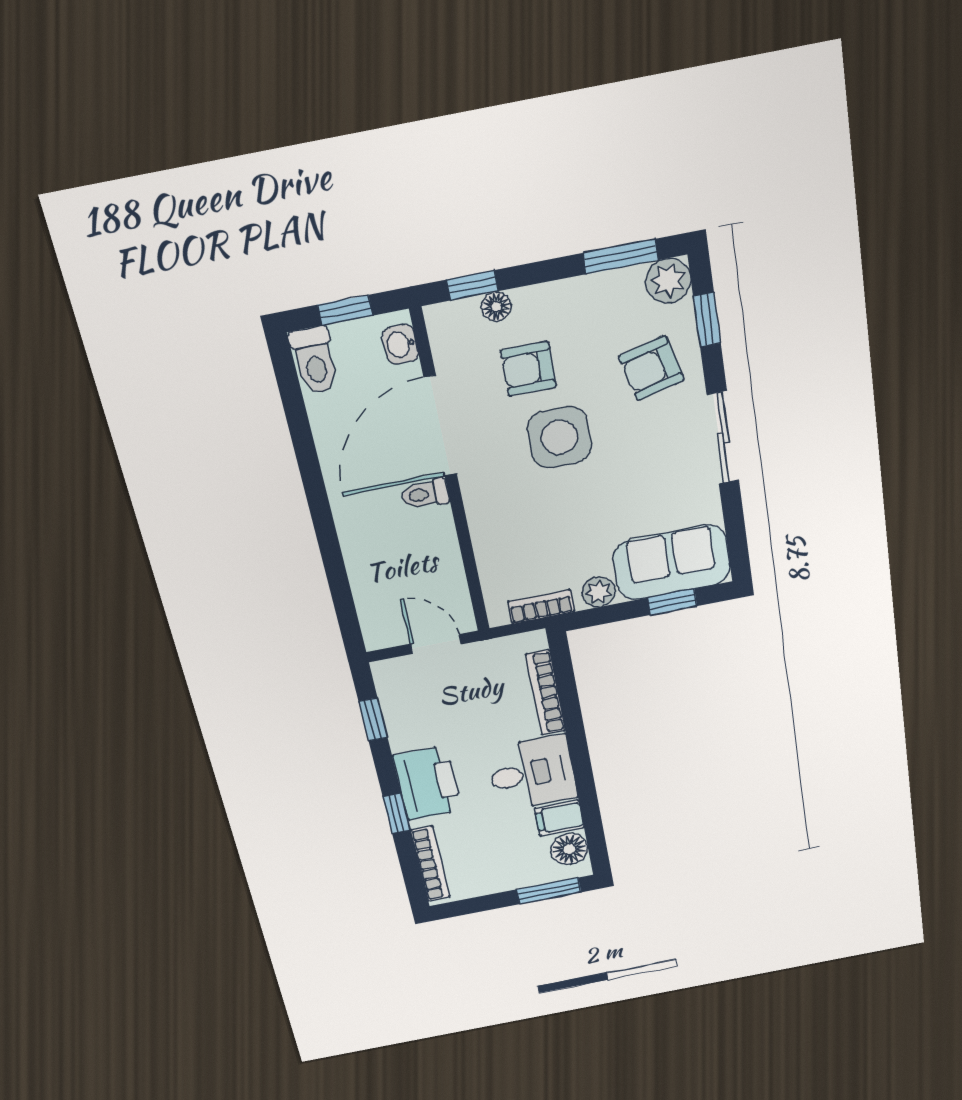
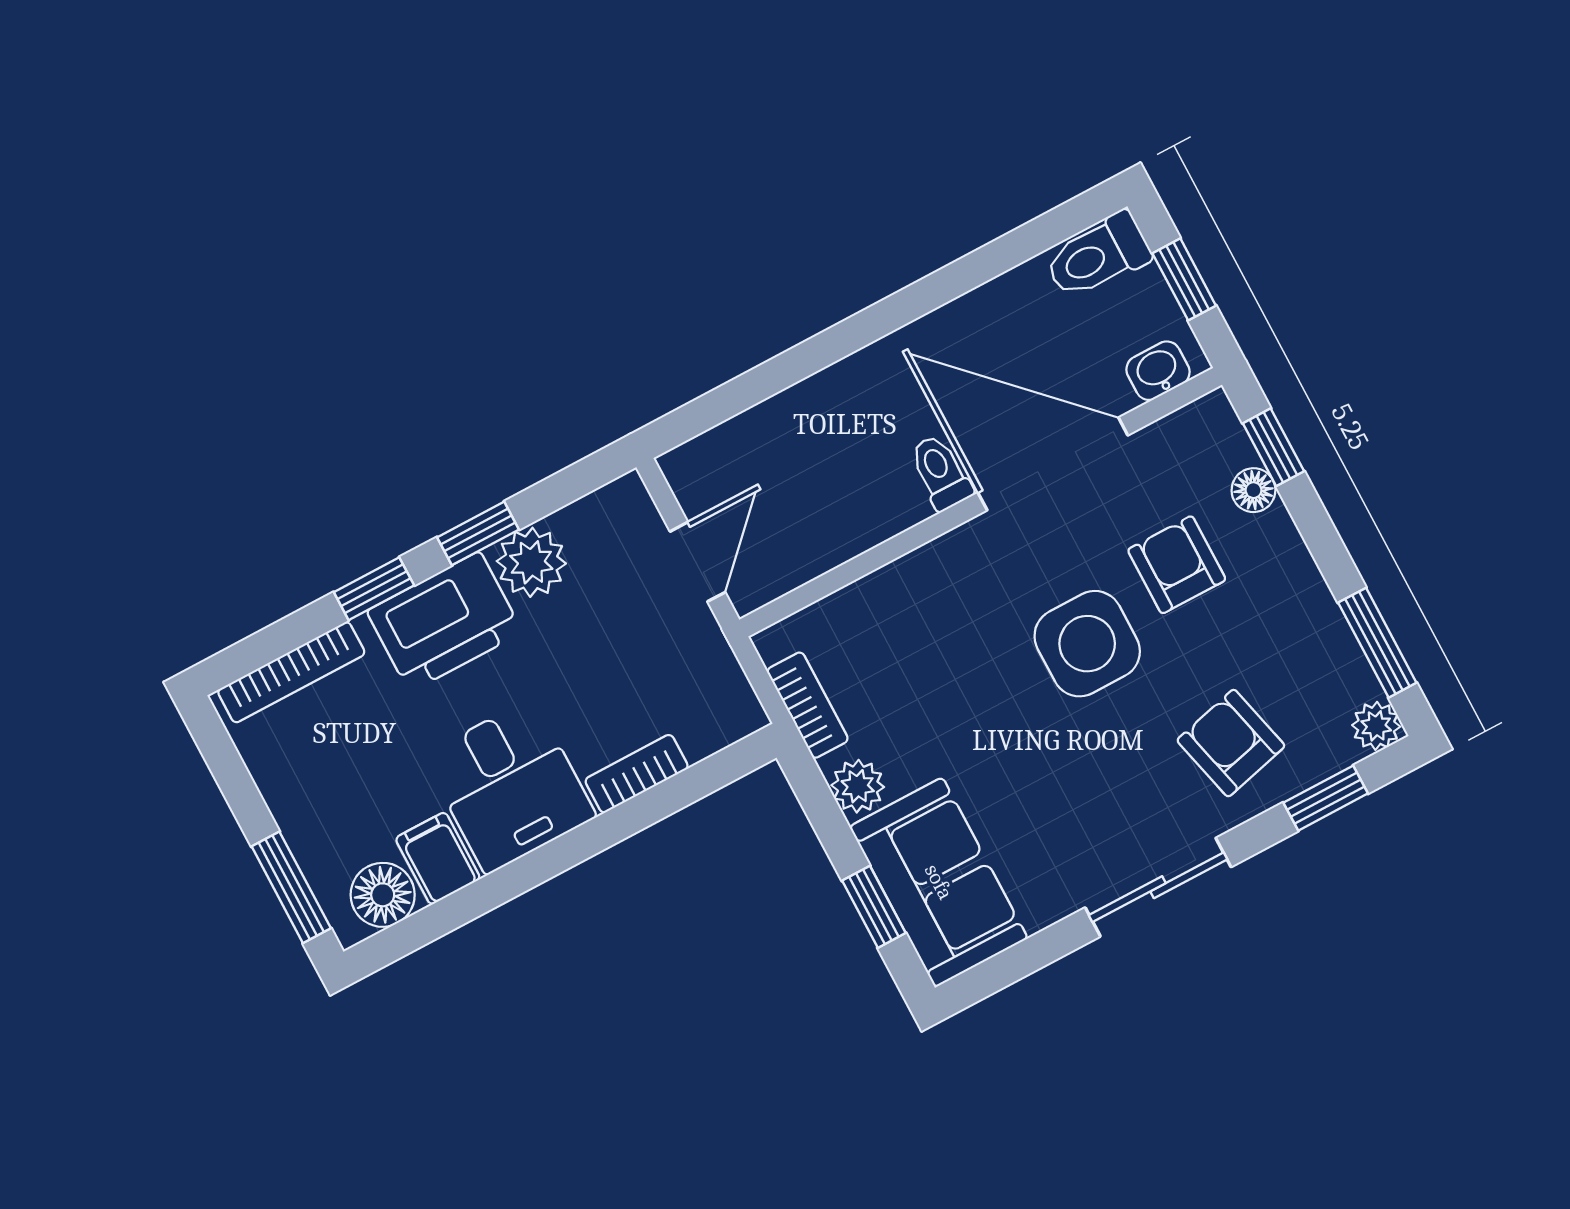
plant: (668, 281) -> (1376, 726), width x0.73, depth x0.73
bookcase: (546, 693) -> (637, 774), width x0.64
window: (373, 719) -> (478, 533), moved
plant: (408, 731) -> (531, 562), added

